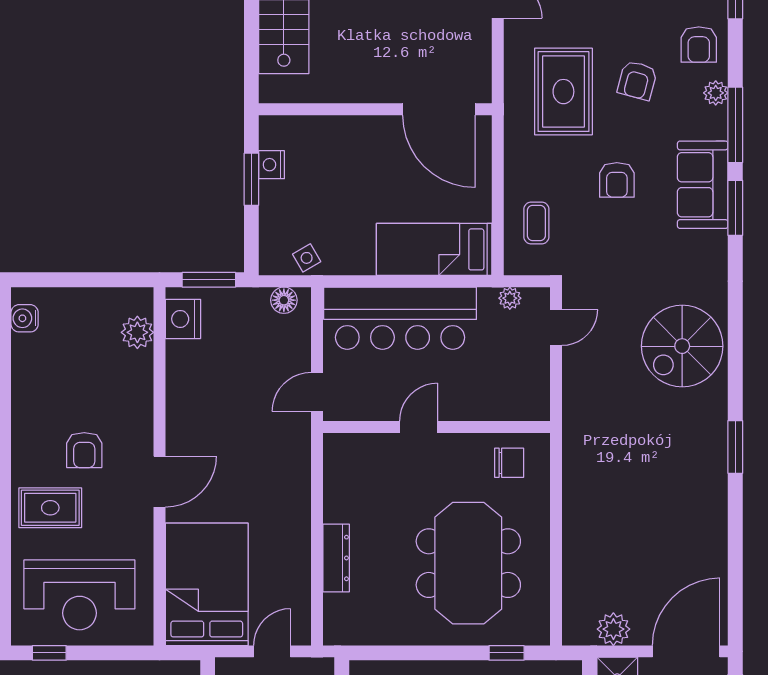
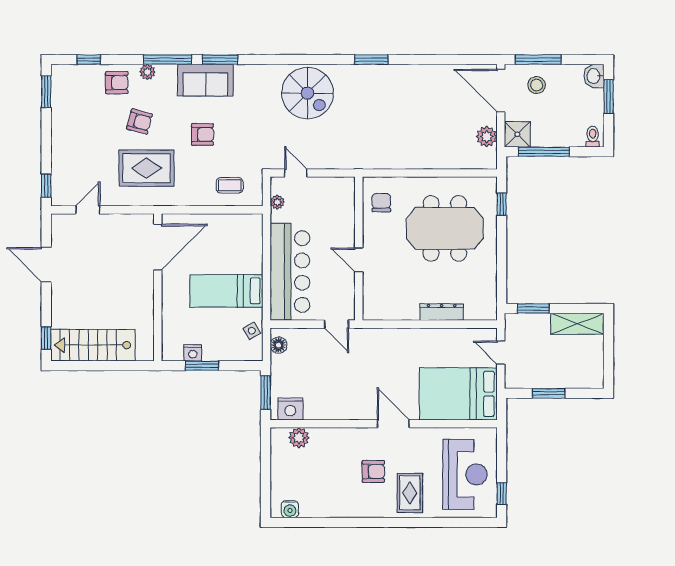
bed: (434, 249) -> (226, 291), moved, turned 90

